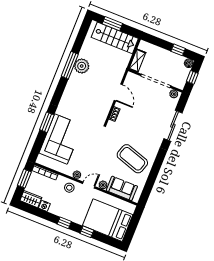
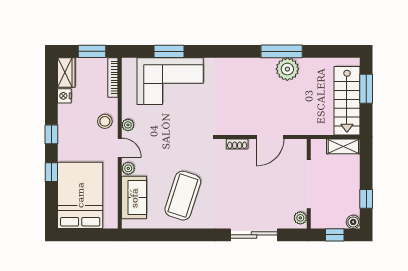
shelving: (137, 61) -> (343, 146), moved
window: (47, 122) -> (169, 51), moved

